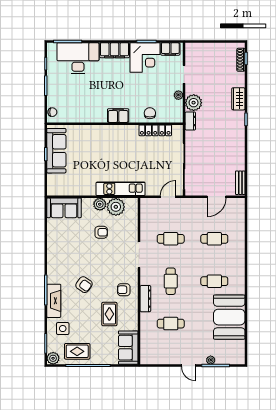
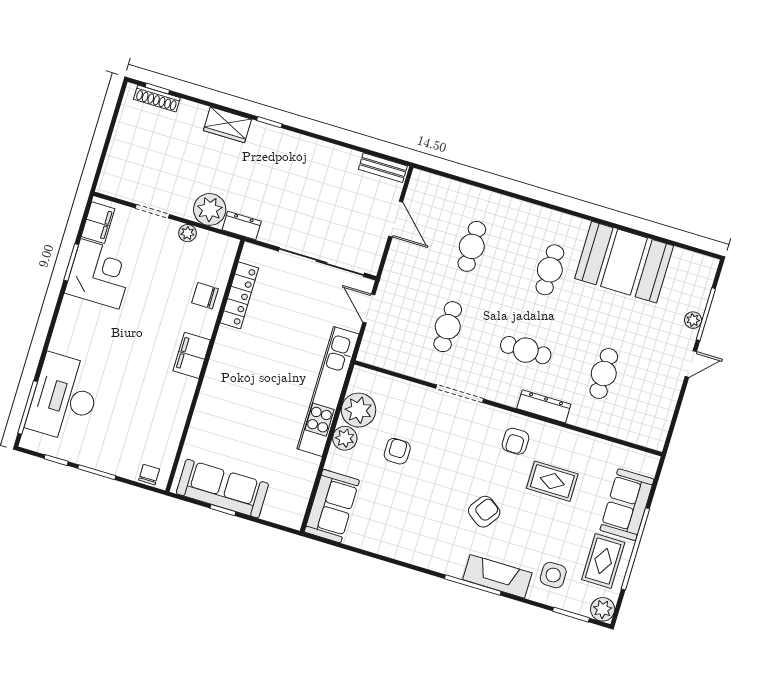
filing cabinet: (115, 50) -> (70, 326), removed
kitchen unit: (121, 189) -> (328, 391), width x1.36
sofa: (128, 348) -> (627, 505), moved, turned 90

